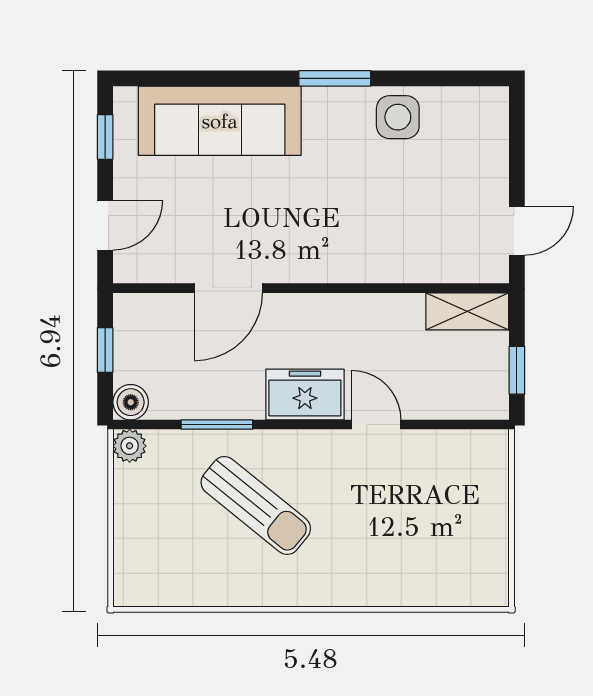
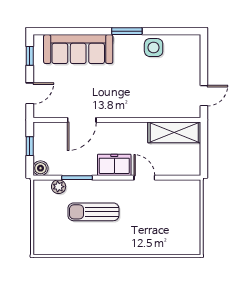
shelving: (467, 311) -> (174, 132), width x1.50, depth x1.33
window: (517, 370) -> (204, 155), removed
plant: (130, 446) -> (59, 187), moved
sun lounger: (256, 505) -> (93, 212), turned 141

